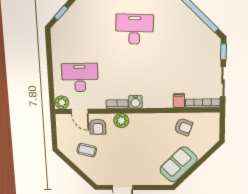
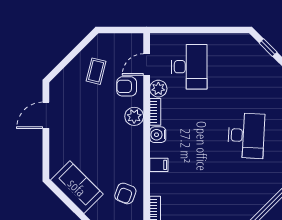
filing cabinet: (179, 100) -> (159, 165), moved
plant: (62, 102) -> (158, 89), moved

